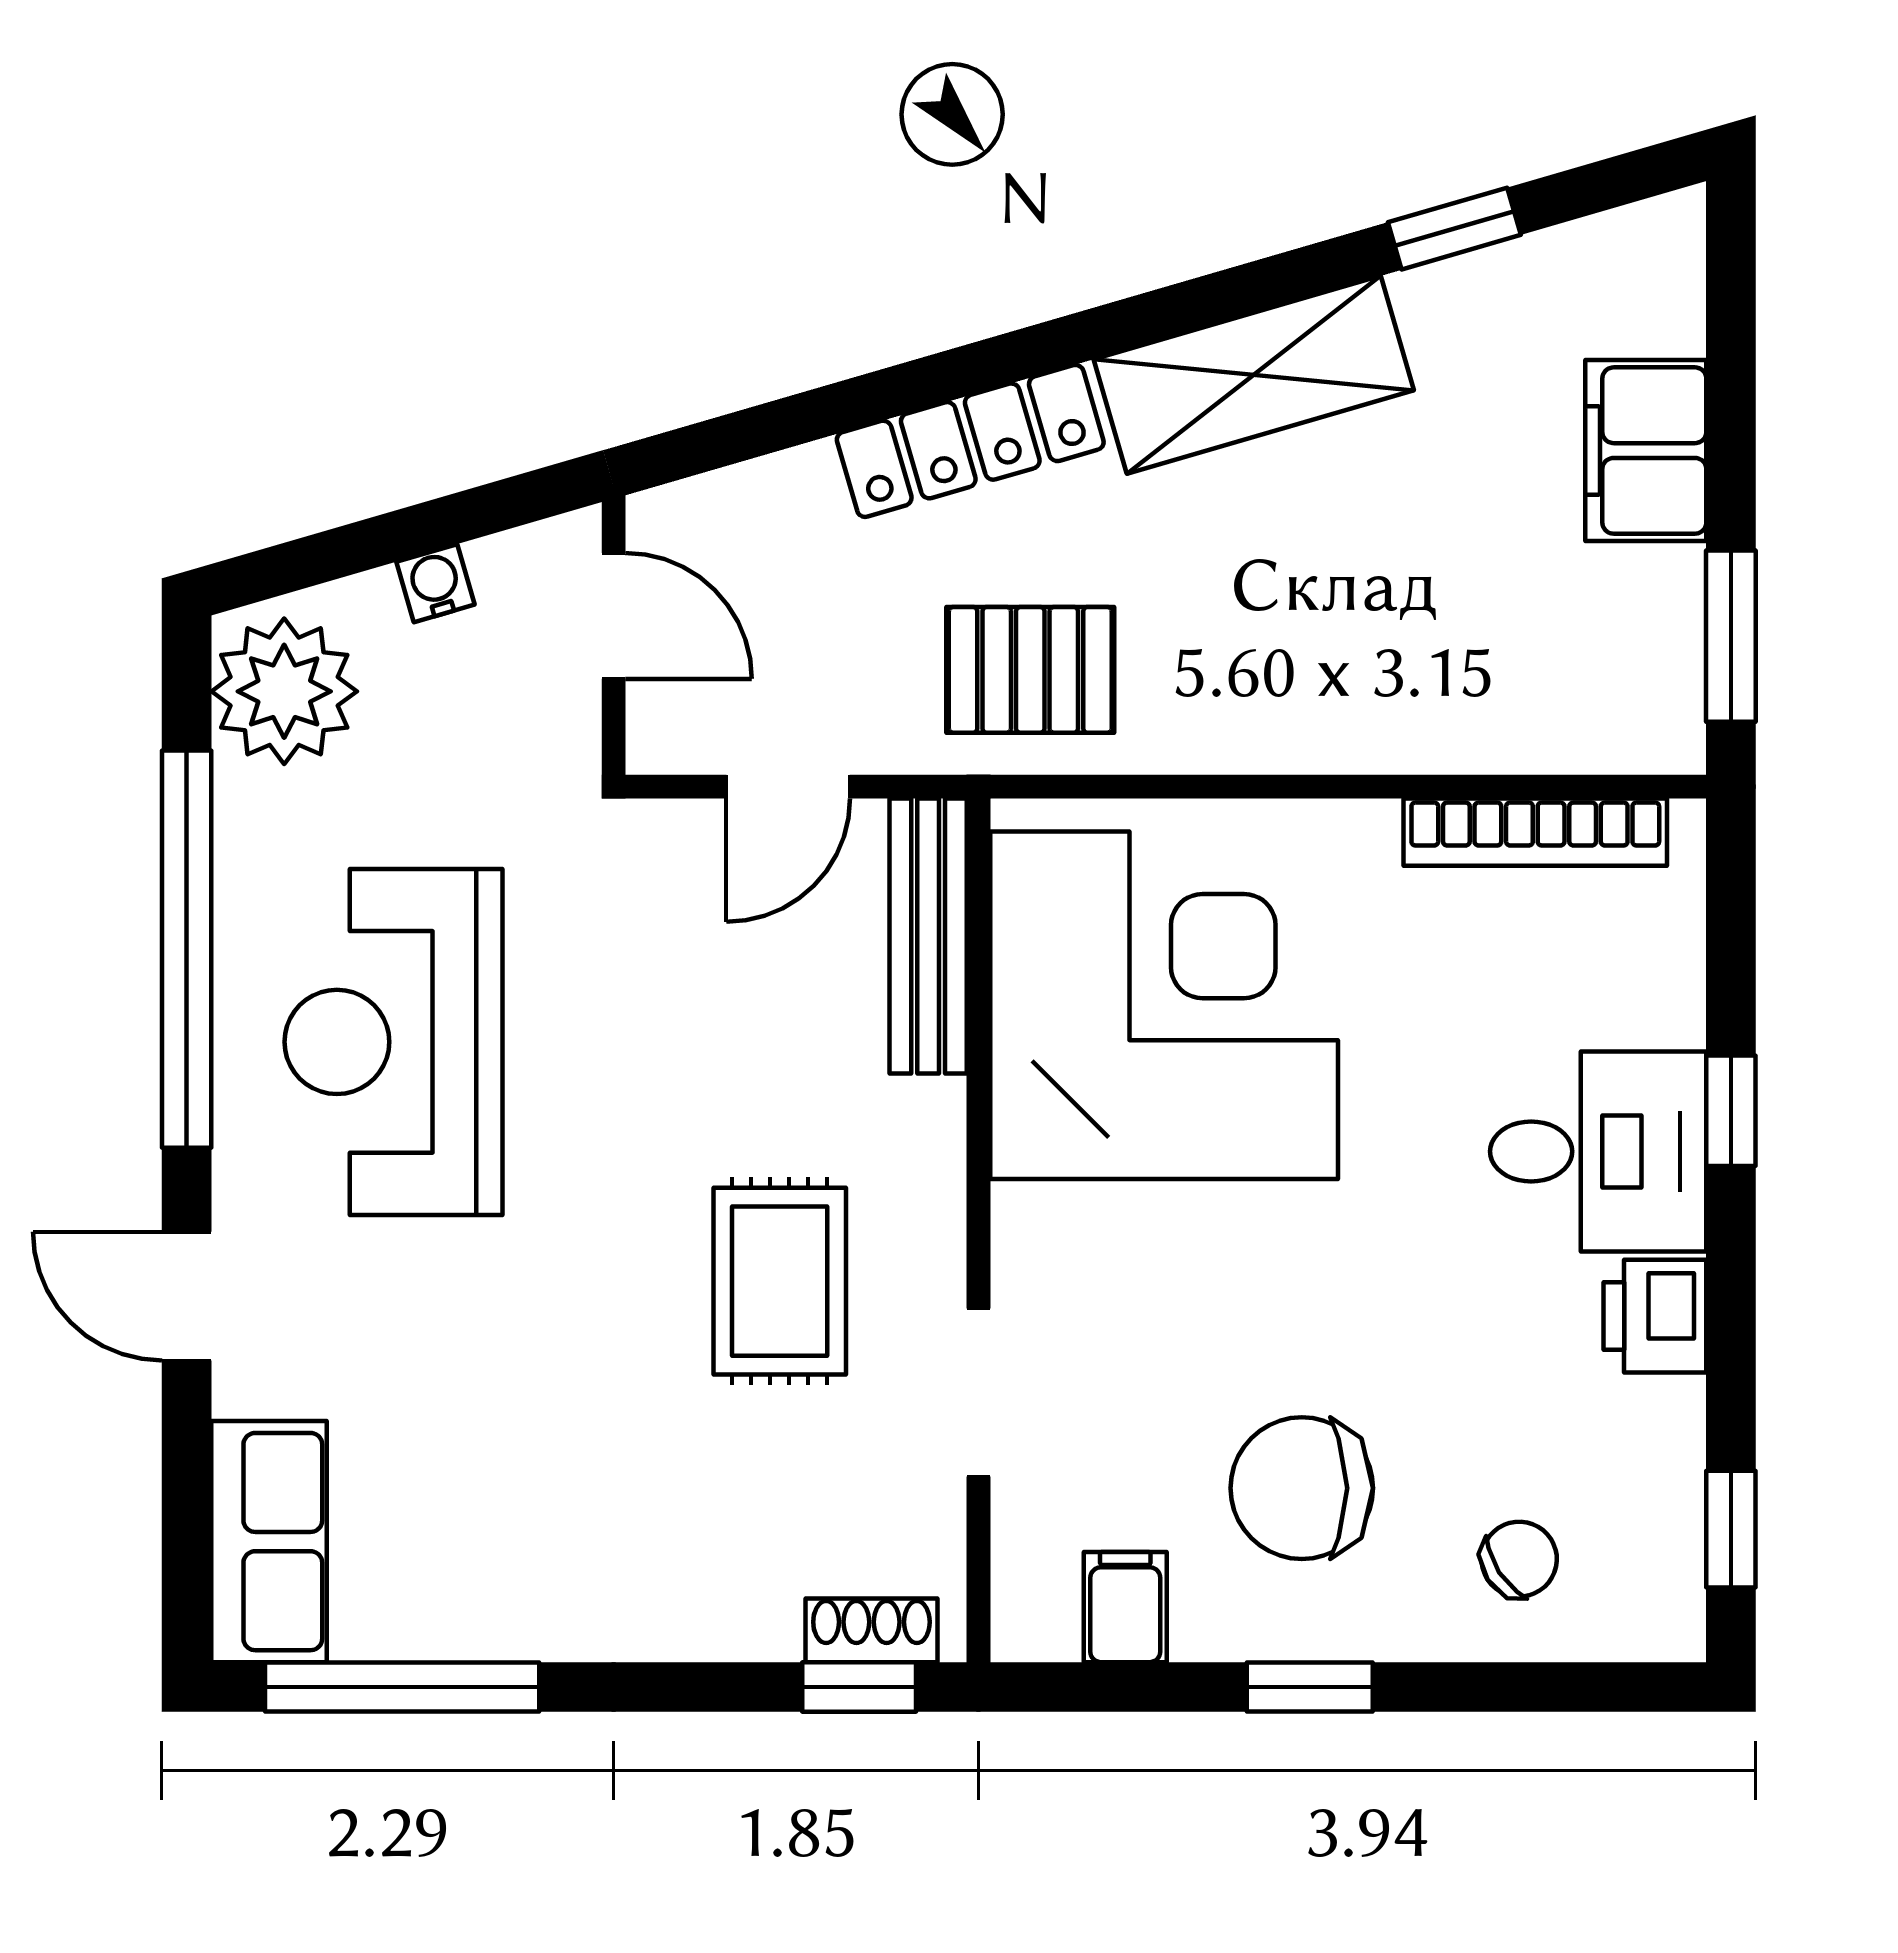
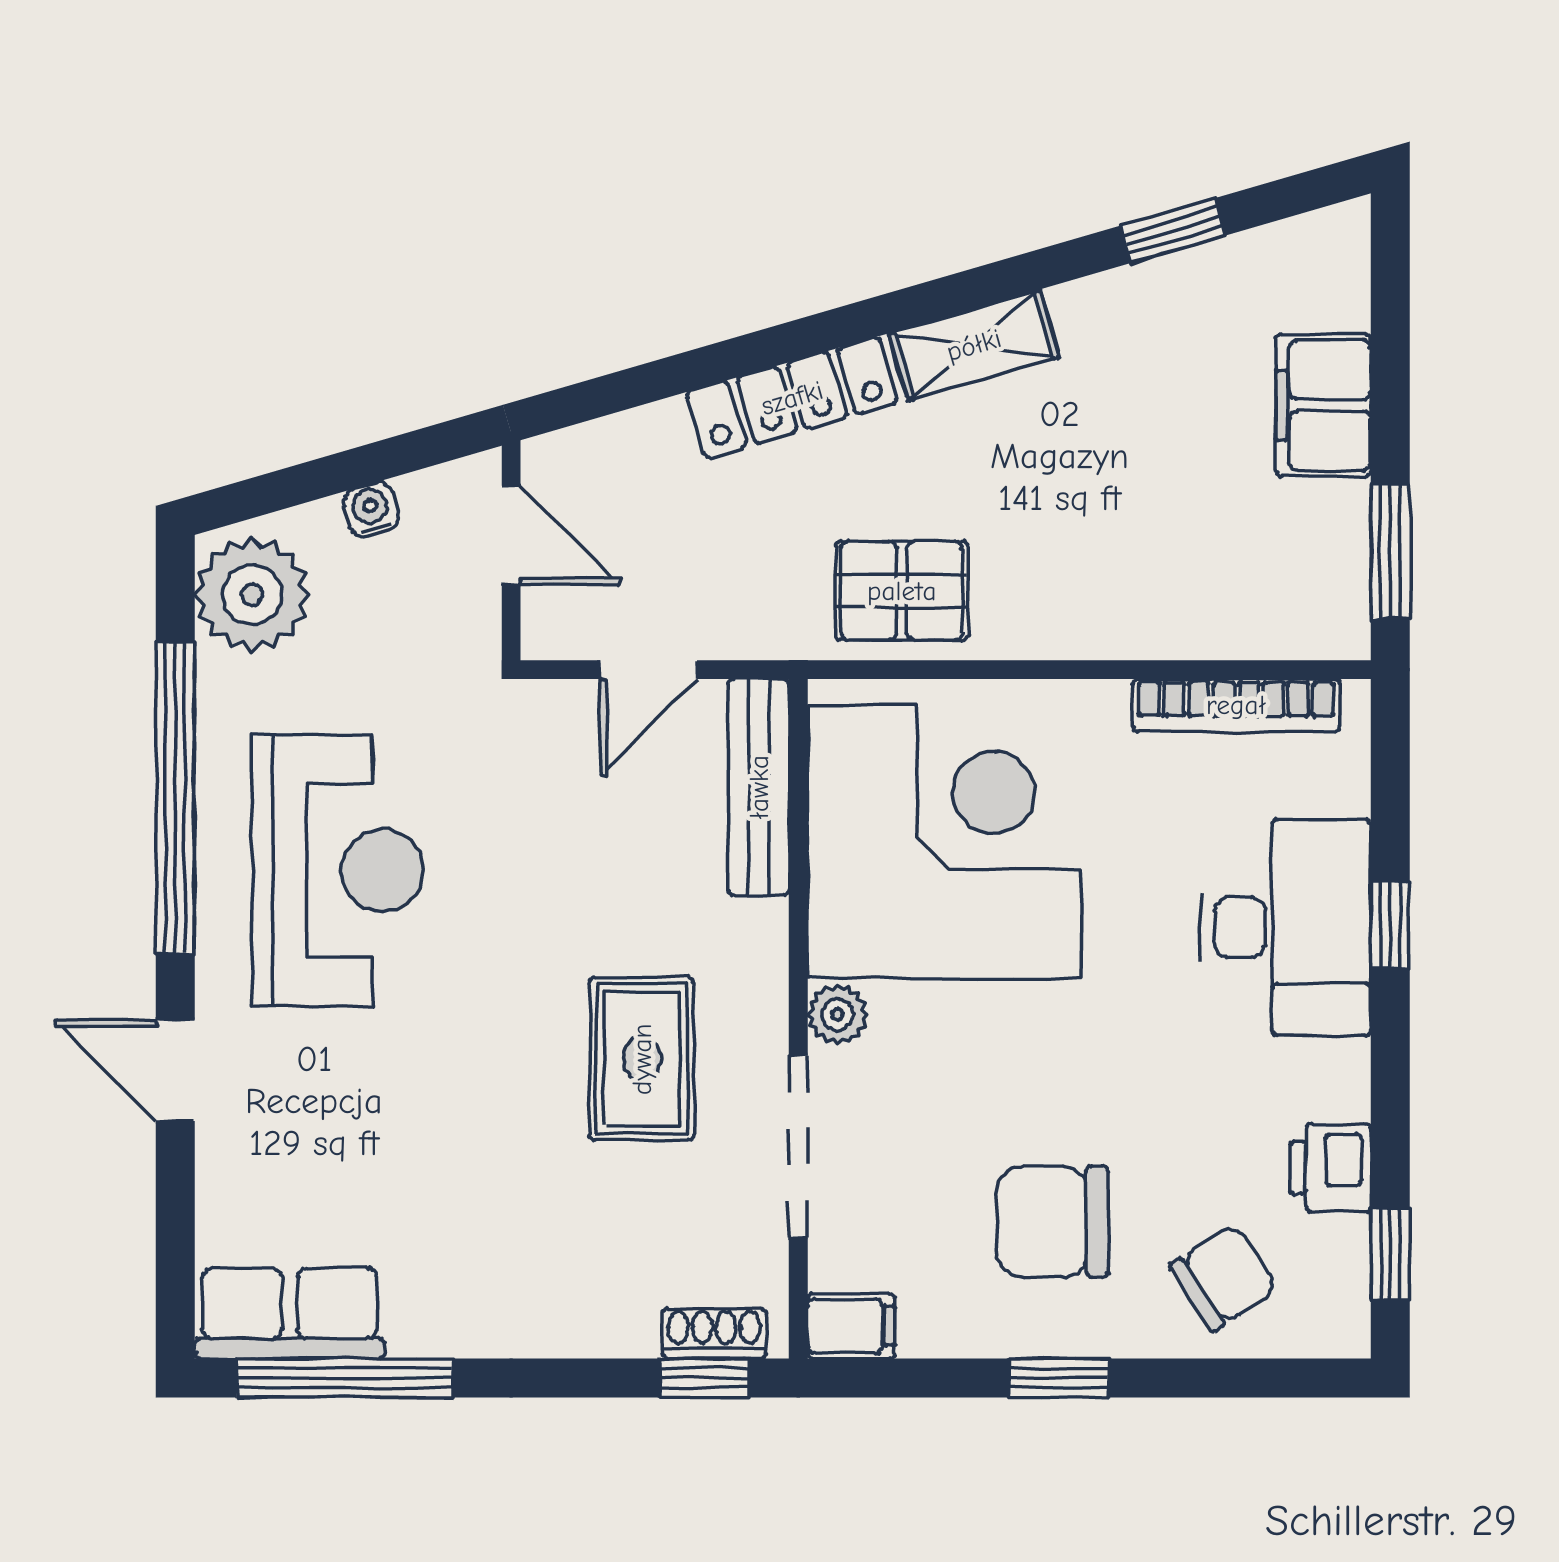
shelving: (1254, 375) -> (974, 345), width x0.67, depth x0.75
pallet: (1030, 670) -> (902, 591), moved
reception desk: (394, 1042) -> (338, 871), turned 180
desk: (1598, 1151) -> (1286, 927), width x1.37
plant: (1028, 1225) -> (837, 1015), added
printer: (1655, 1316) -> (1330, 1168), moved
doorway: (978, 1392) -> (798, 1146), width x1.38
row of seats: (269, 1542) -> (290, 1313), moved, turned -90
chair: (1519, 1559) -> (1224, 1277), width x1.37, depth x1.37
filing cabinet: (1125, 1607) -> (851, 1326), moved, turned 90

